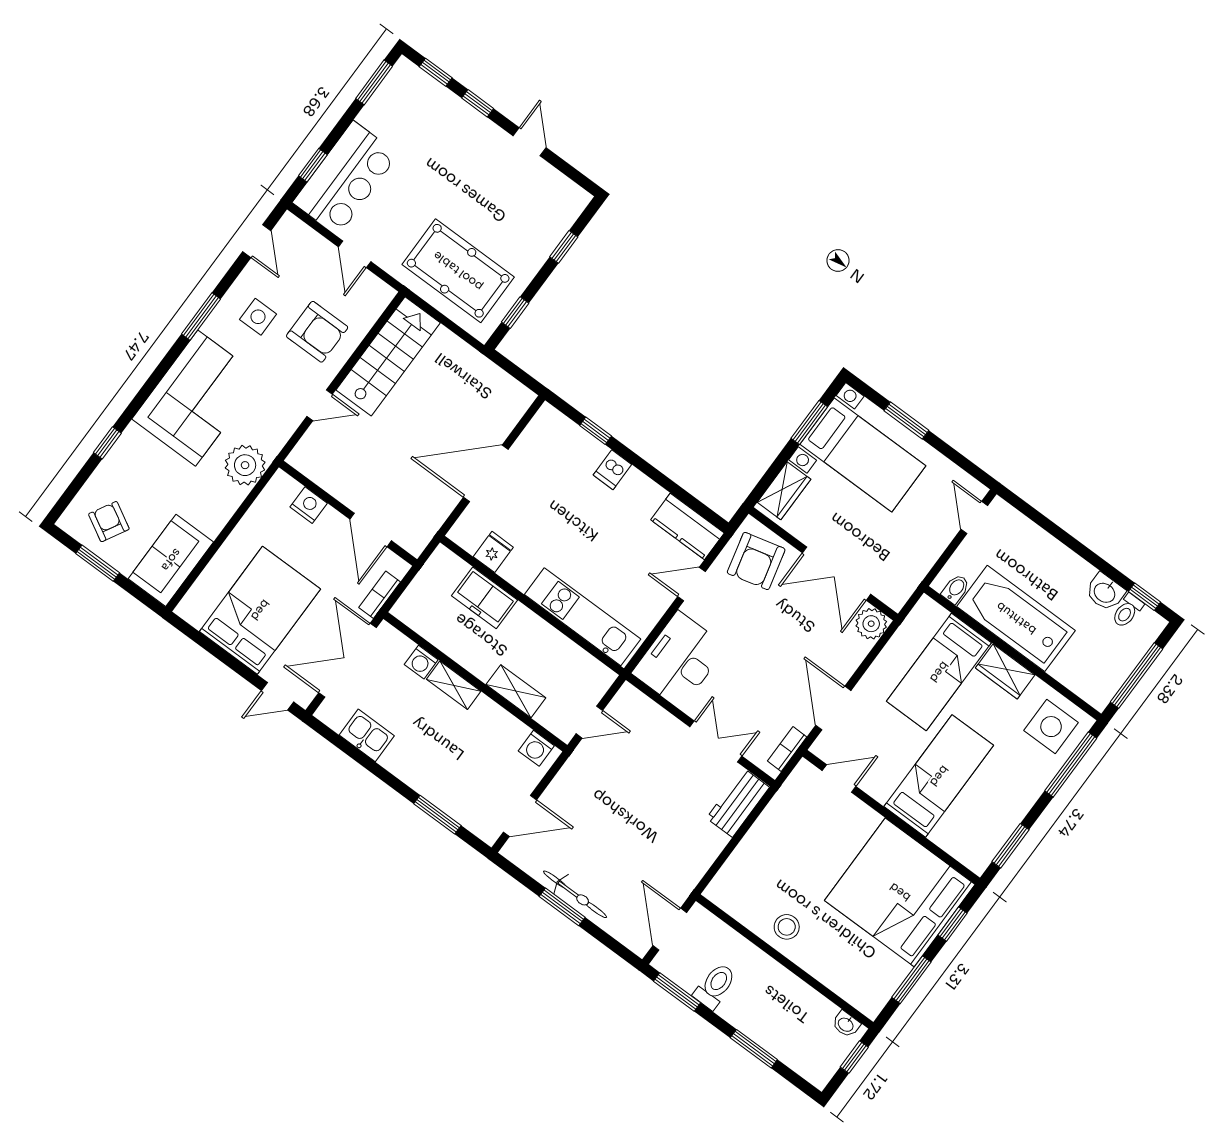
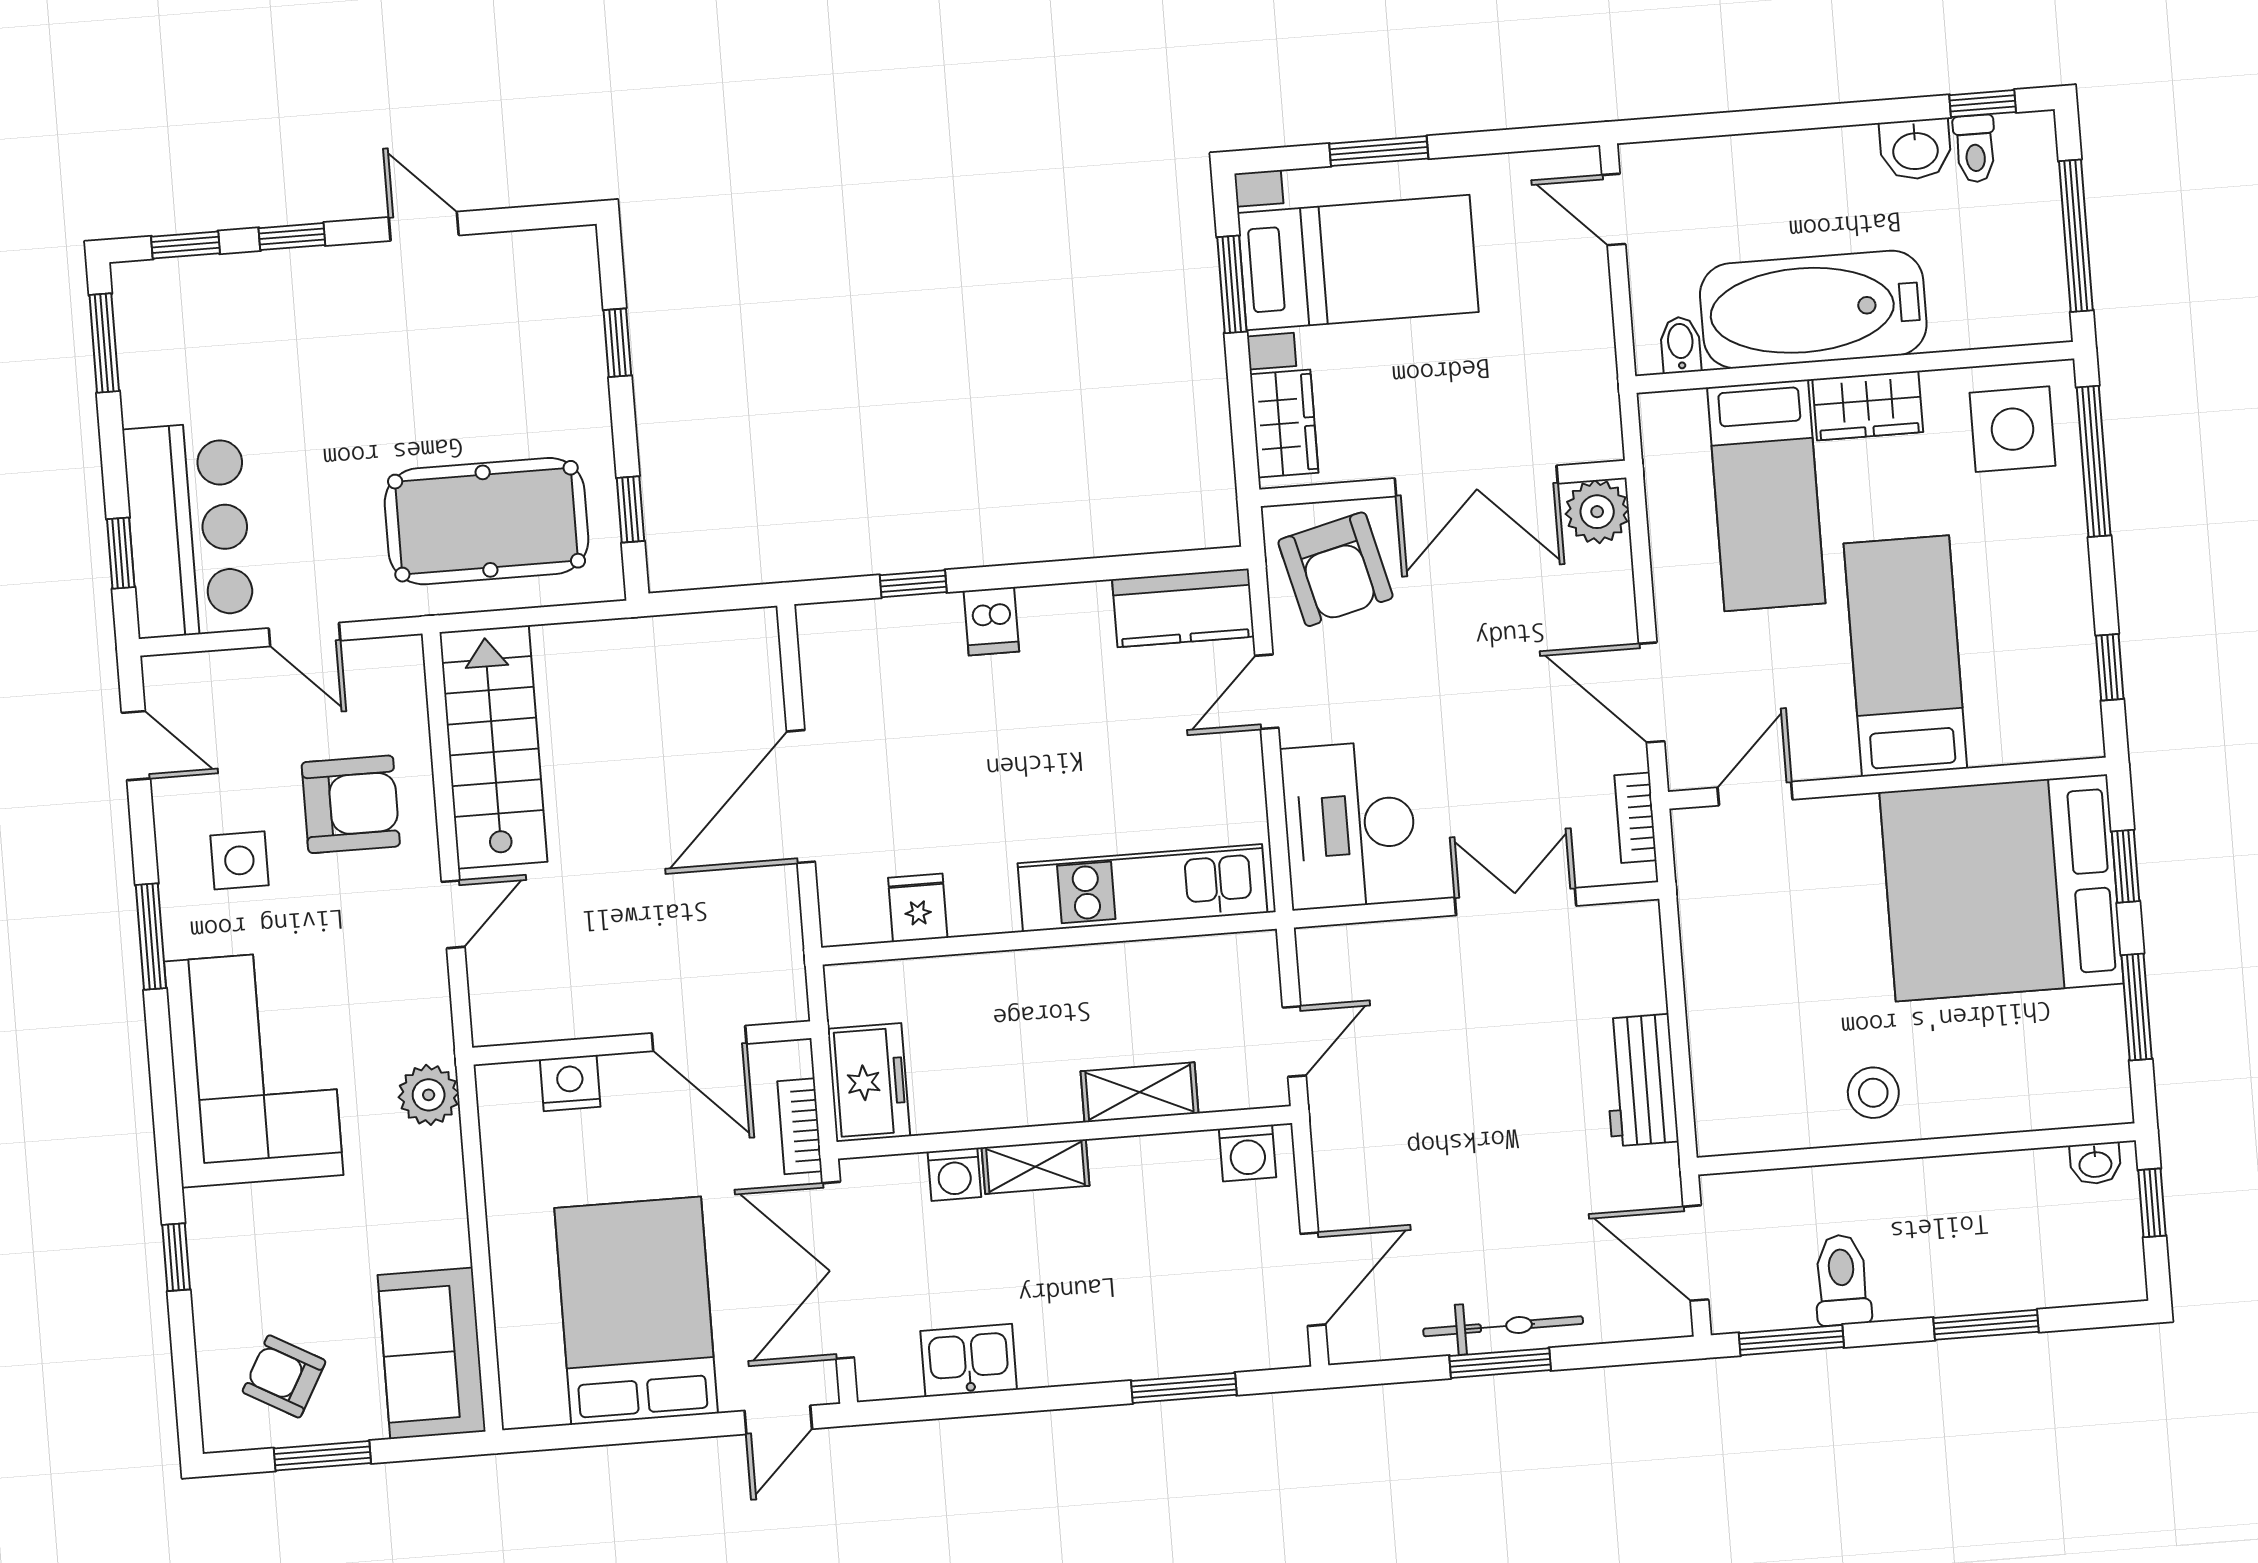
plant: (245, 465) -> (429, 1095), width x0.73, depth x0.73
freezer: (485, 598) -> (869, 1082), moved, turned -90
workbench: (738, 803) -> (1641, 1080), moved
window: (1011, 846) -> (2110, 667), width x0.67

